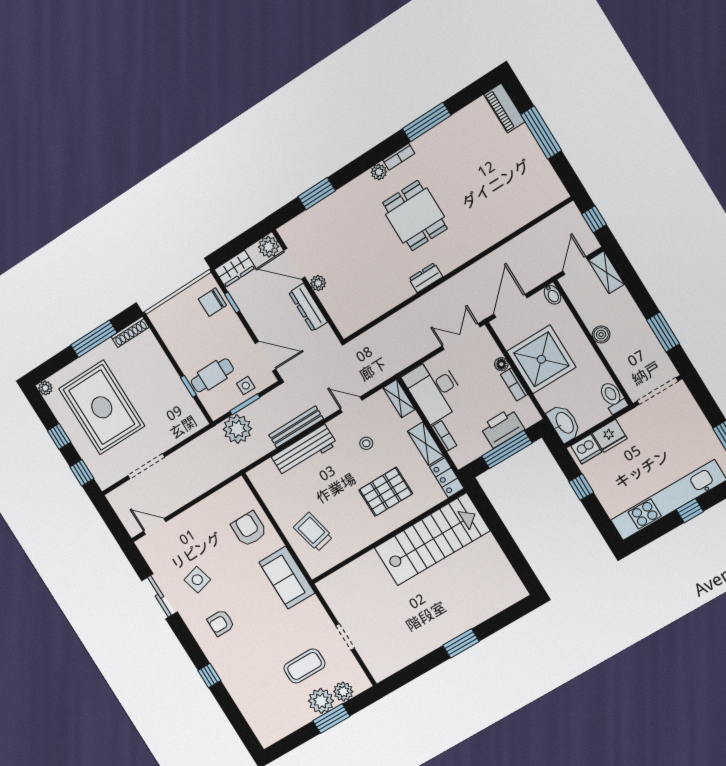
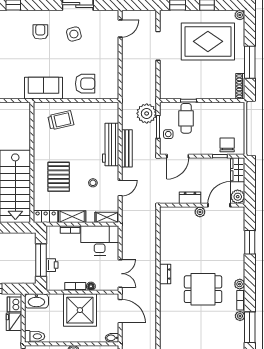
plant: (420, 145) -> (240, 316), added
dresser: (308, 307) -> (190, 198), width x0.70
printer: (502, 428) -> (52, 265), width x0.53, depth x0.68

